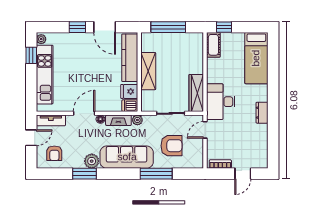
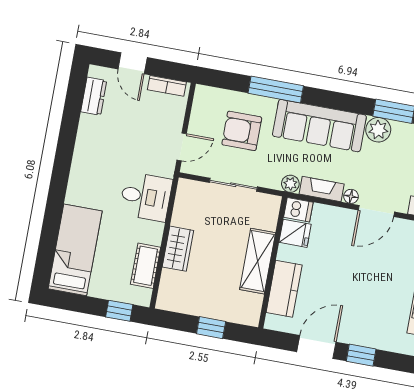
door: (105, 27) -> (316, 347), hinge flipped
window: (168, 27) -> (211, 328), width x0.46
cot: (213, 45) -> (146, 266), moved
kitchen counter: (130, 58) -> (284, 289), width x0.67
wardrobe: (196, 93) -> (178, 249), moved, width x0.67
desk: (221, 102) -> (146, 197), width x0.73
dresser: (262, 113) -> (94, 96), moved
door: (243, 174) -> (133, 63), swing flipped

